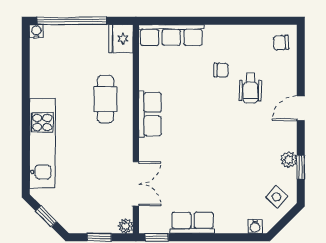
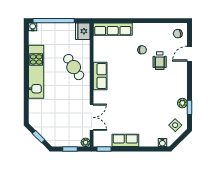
cafe table: (105, 99) -> (74, 67), turned -33
door: (301, 108) -> (189, 54), moved
kitchen unit: (42, 143) -> (36, 72), moved

